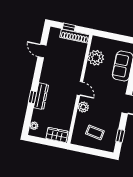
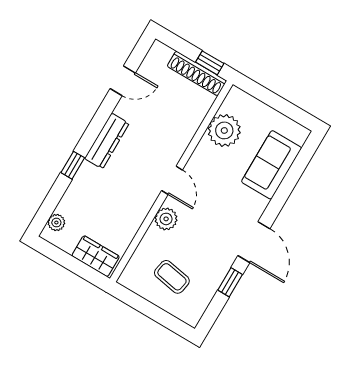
window: (69, 27) -> (210, 63), moved
door: (42, 51) -> (123, 81), swing flipped
dresser: (41, 96) -> (107, 141), moved
window: (120, 136) -> (230, 282), moved

